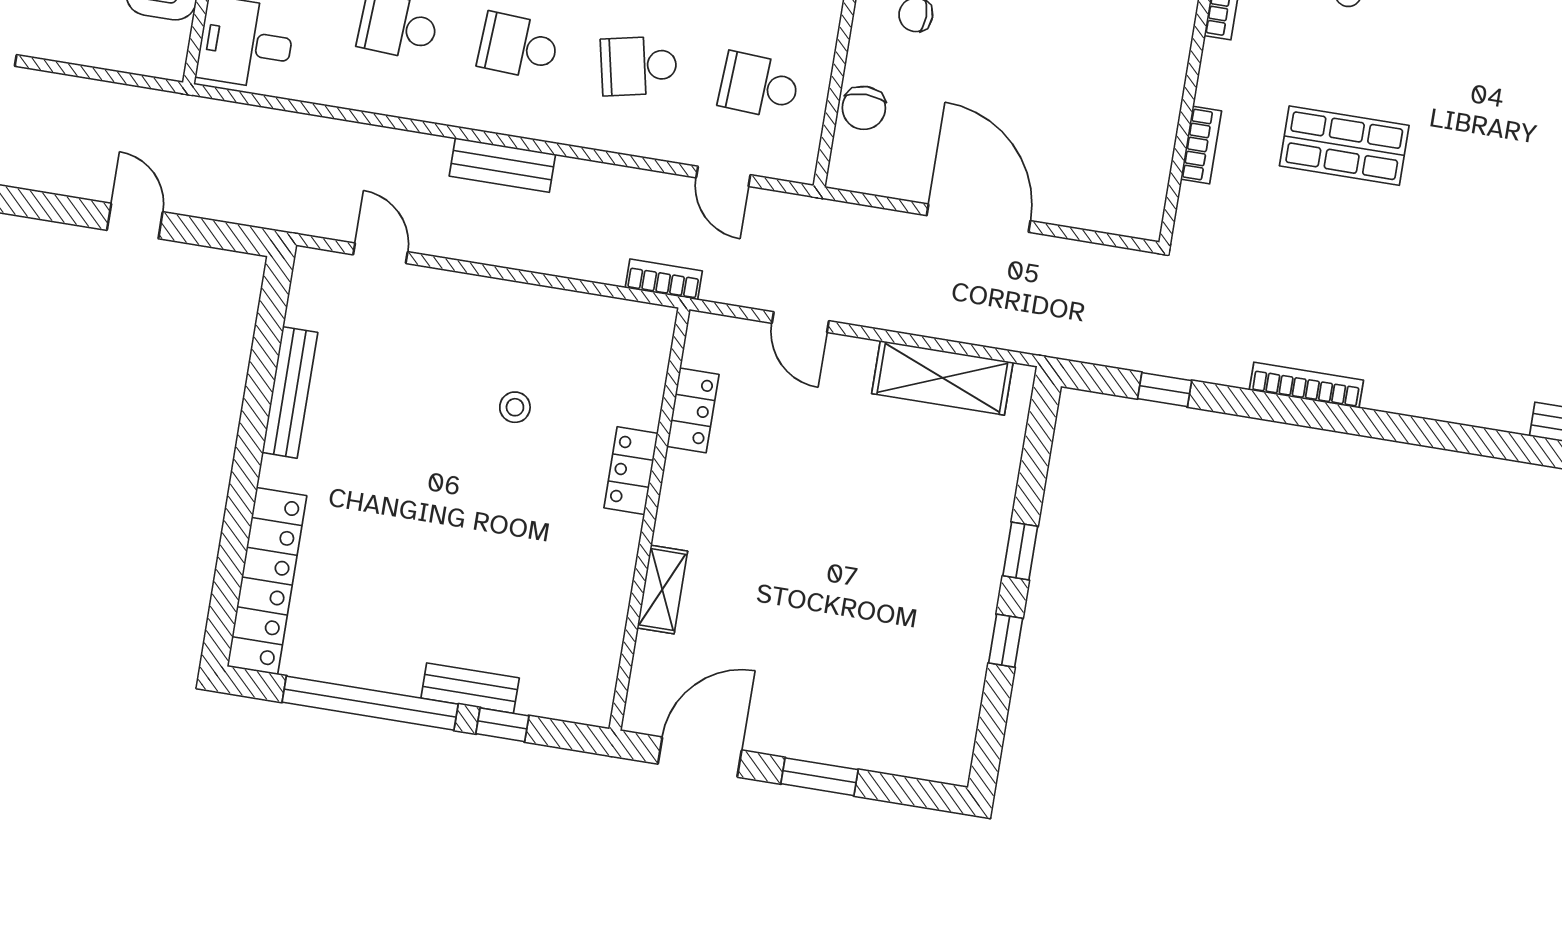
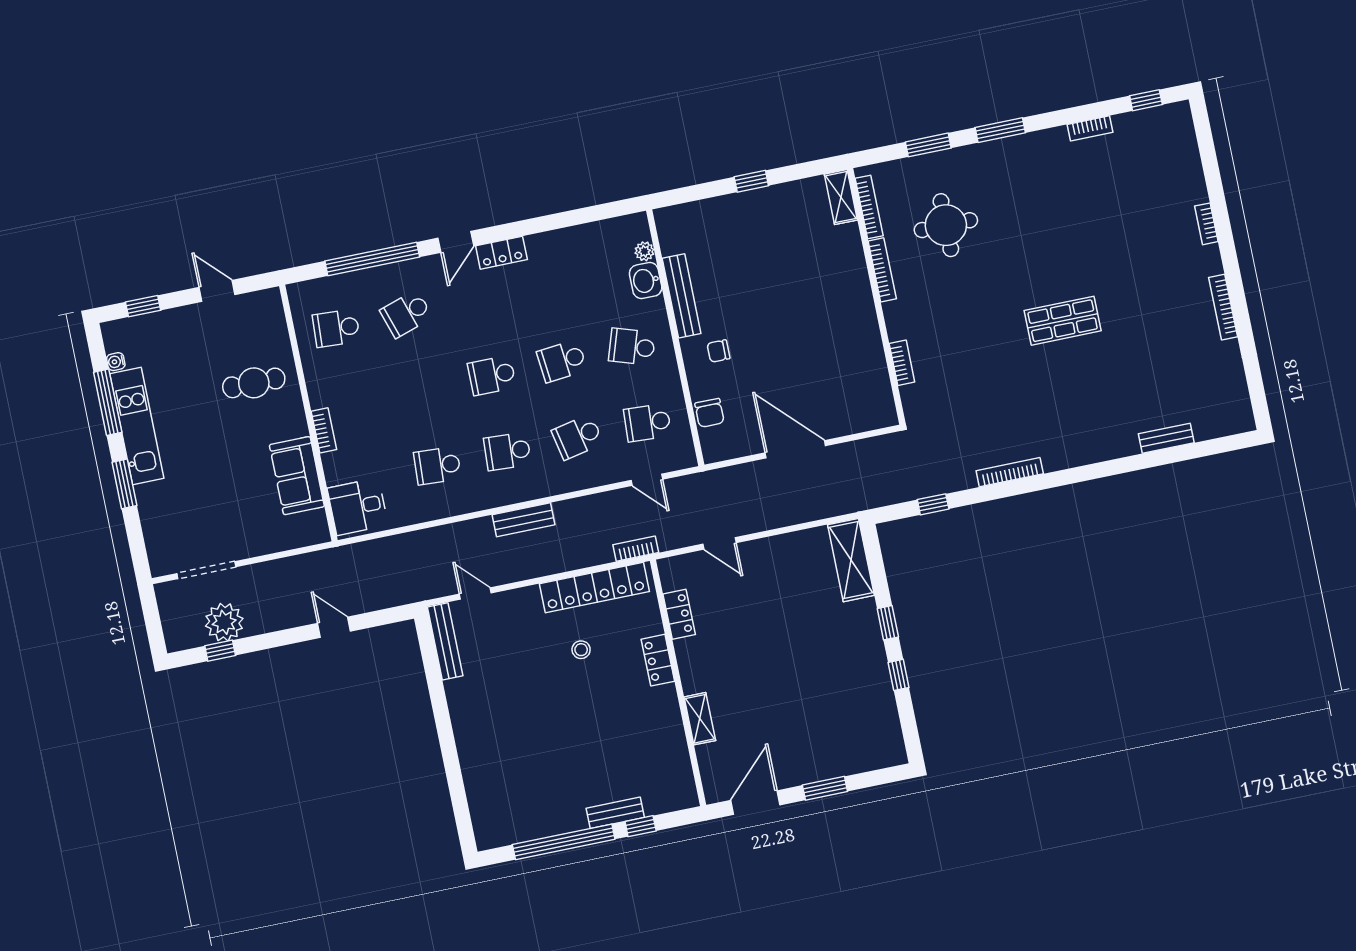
shop shelf: (1344, 146) -> (1063, 321), moved
shelving: (942, 378) -> (851, 560), moved, turned 90
bench: (290, 392) -> (445, 641), moved
locker: (267, 581) -> (594, 588), moved, turned 90

